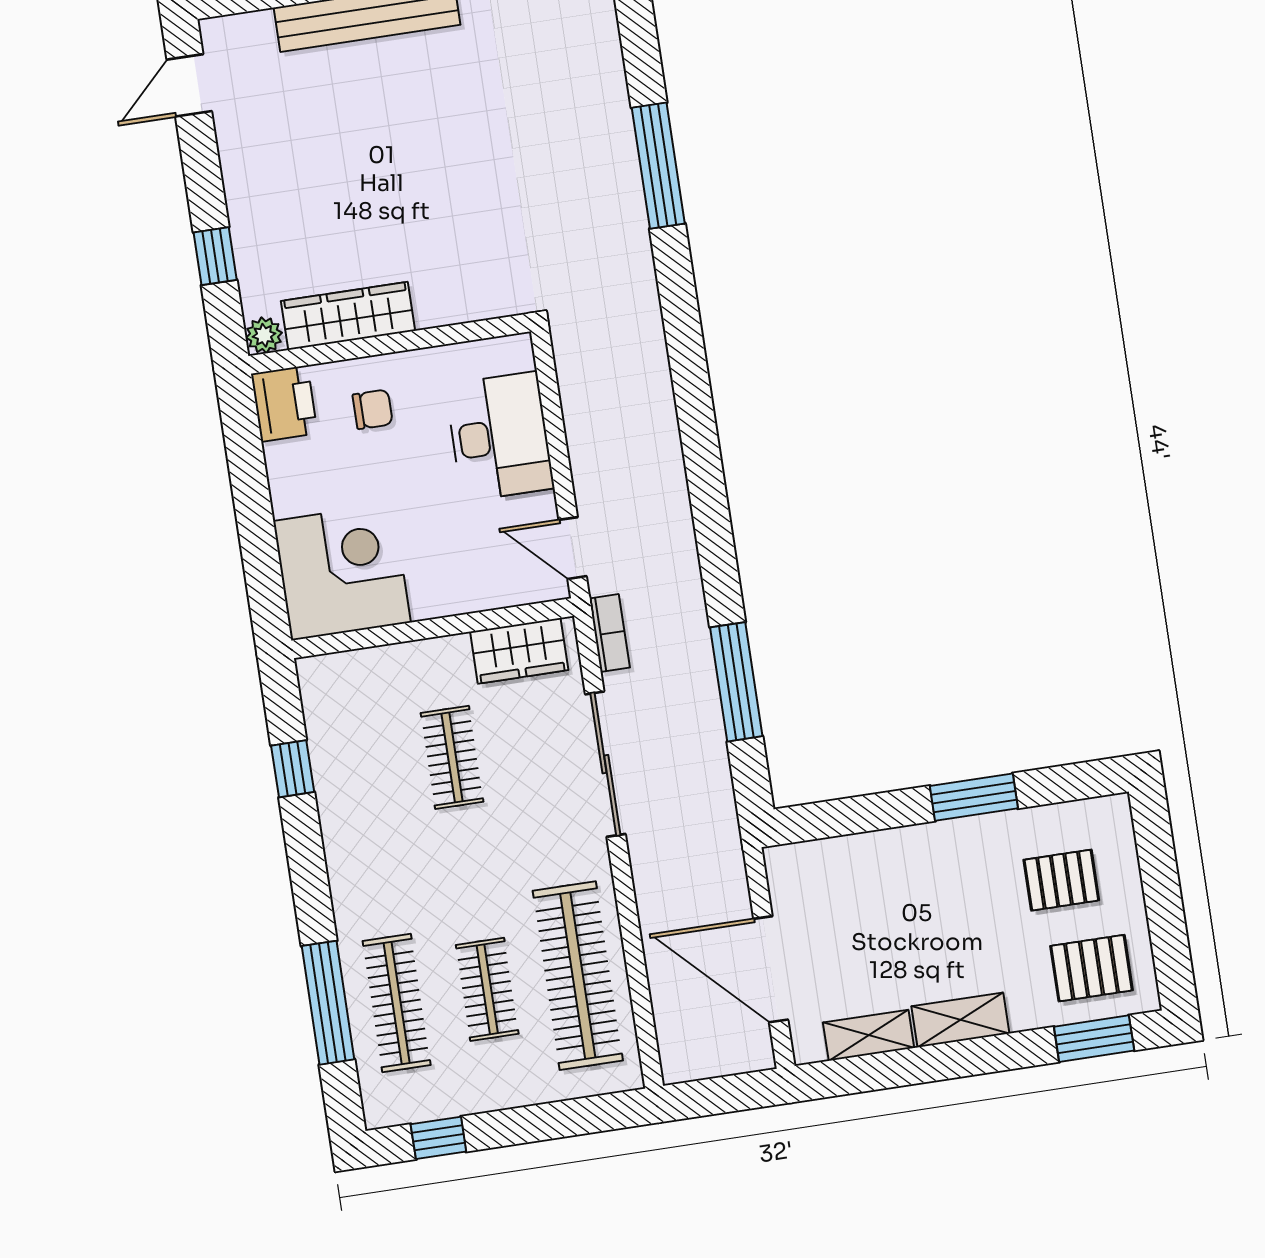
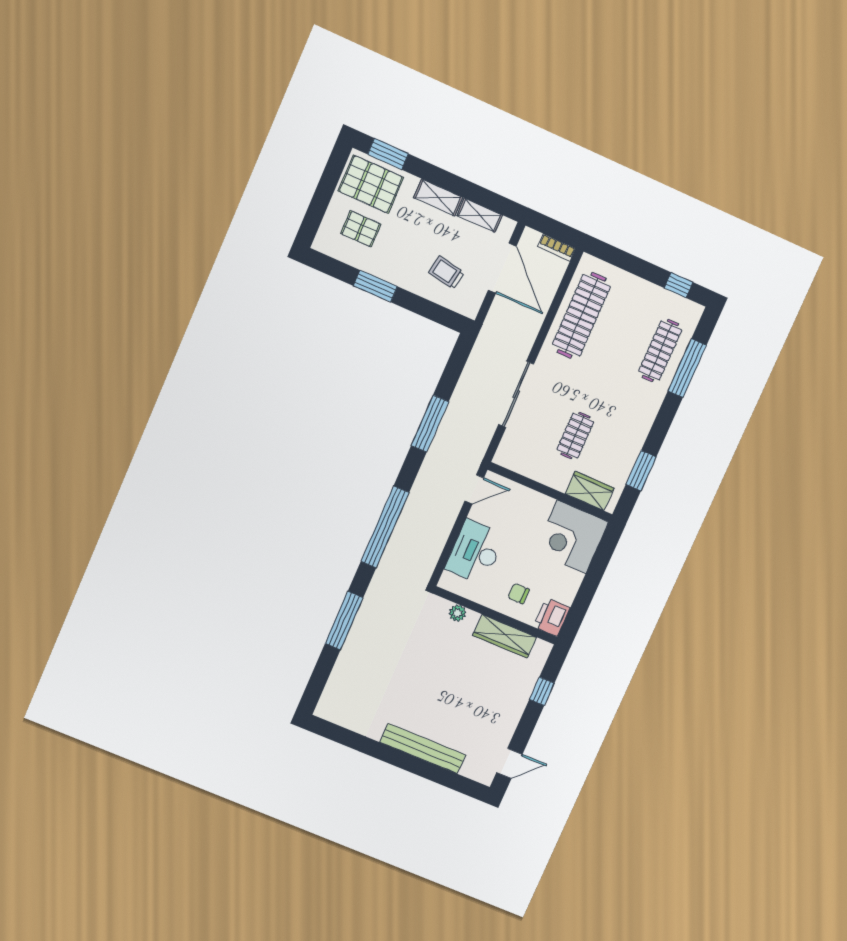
plant: (264, 335) -> (457, 613), moved
window: (691, 381) -> (385, 527), added
door: (573, 548) -> (474, 489), hinge flipped
bookcase: (610, 633) -> (557, 248), moved, turned -90
wardrobe: (519, 651) -> (590, 491), moved
window: (736, 682) -> (430, 424), moved
window: (293, 769) -> (641, 471), width x1.50
trolley: (864, 899) -> (446, 273), added
pallet: (1092, 968) -> (371, 184), width x1.50, depth x1.42
clothes rail: (487, 989) -> (621, 333), removed

